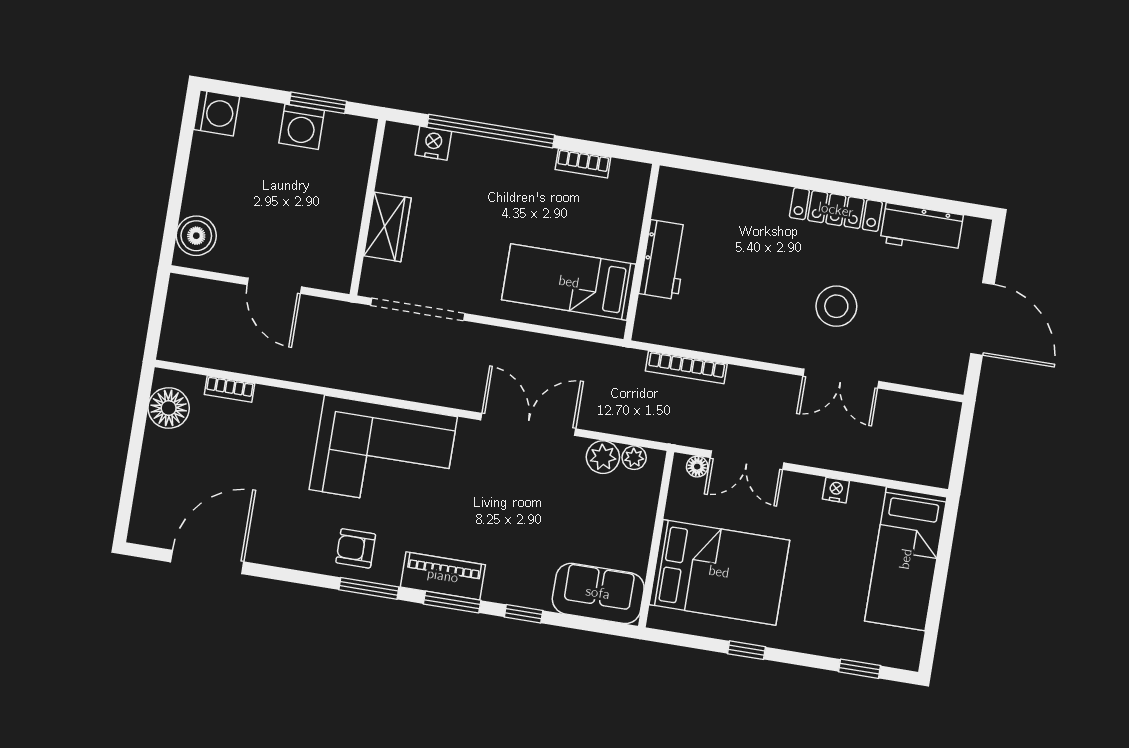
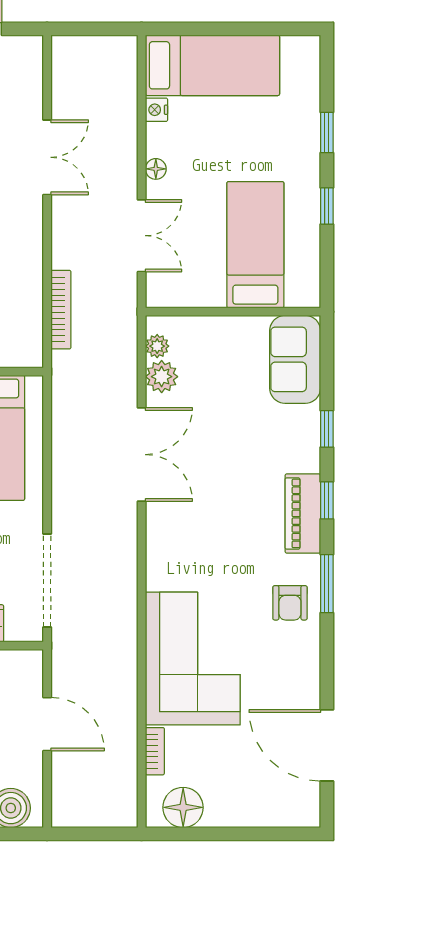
door: (274, 286) -> (47, 724), hinge flipped
double door: (528, 424) -> (142, 455), swing flipped
corner sofa: (383, 453) -> (193, 659), moved
floor lamp: (697, 467) -> (156, 169), moved
nightstand: (836, 490) -> (156, 110), moved
bed: (719, 572) -> (255, 245), width x0.67
window: (452, 602) -> (327, 500), width x0.67
window: (859, 669) -> (327, 132), moved

